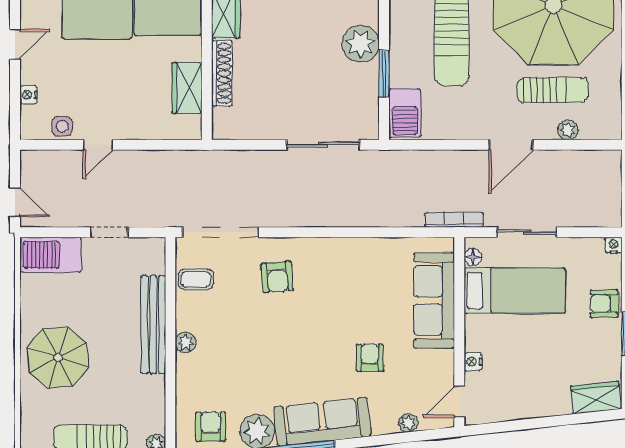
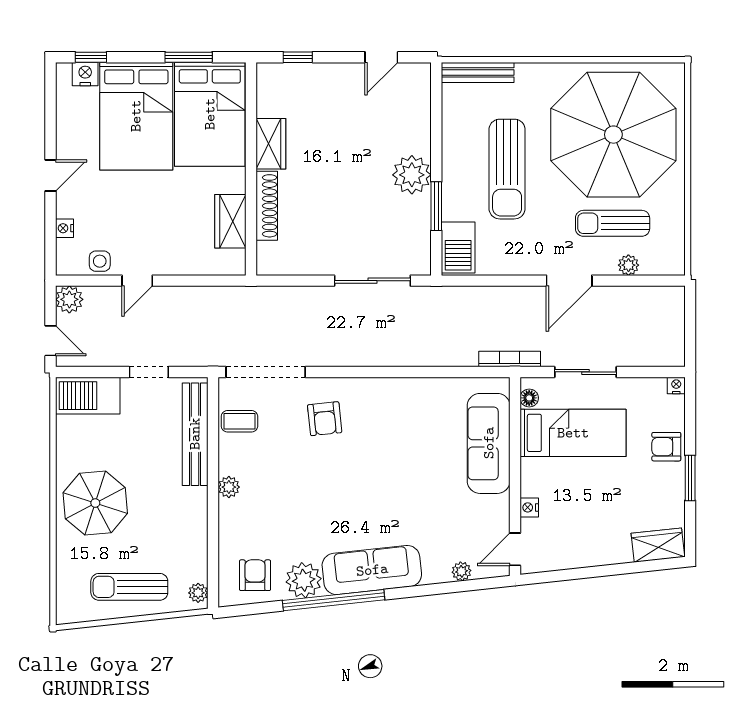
sun lounger: (553, 90) -> (613, 223), turned 180
plant: (33, 163) -> (69, 299), added
bench: (153, 325) -> (195, 434), moved
armchair: (370, 358) -> (421, 503), removed

